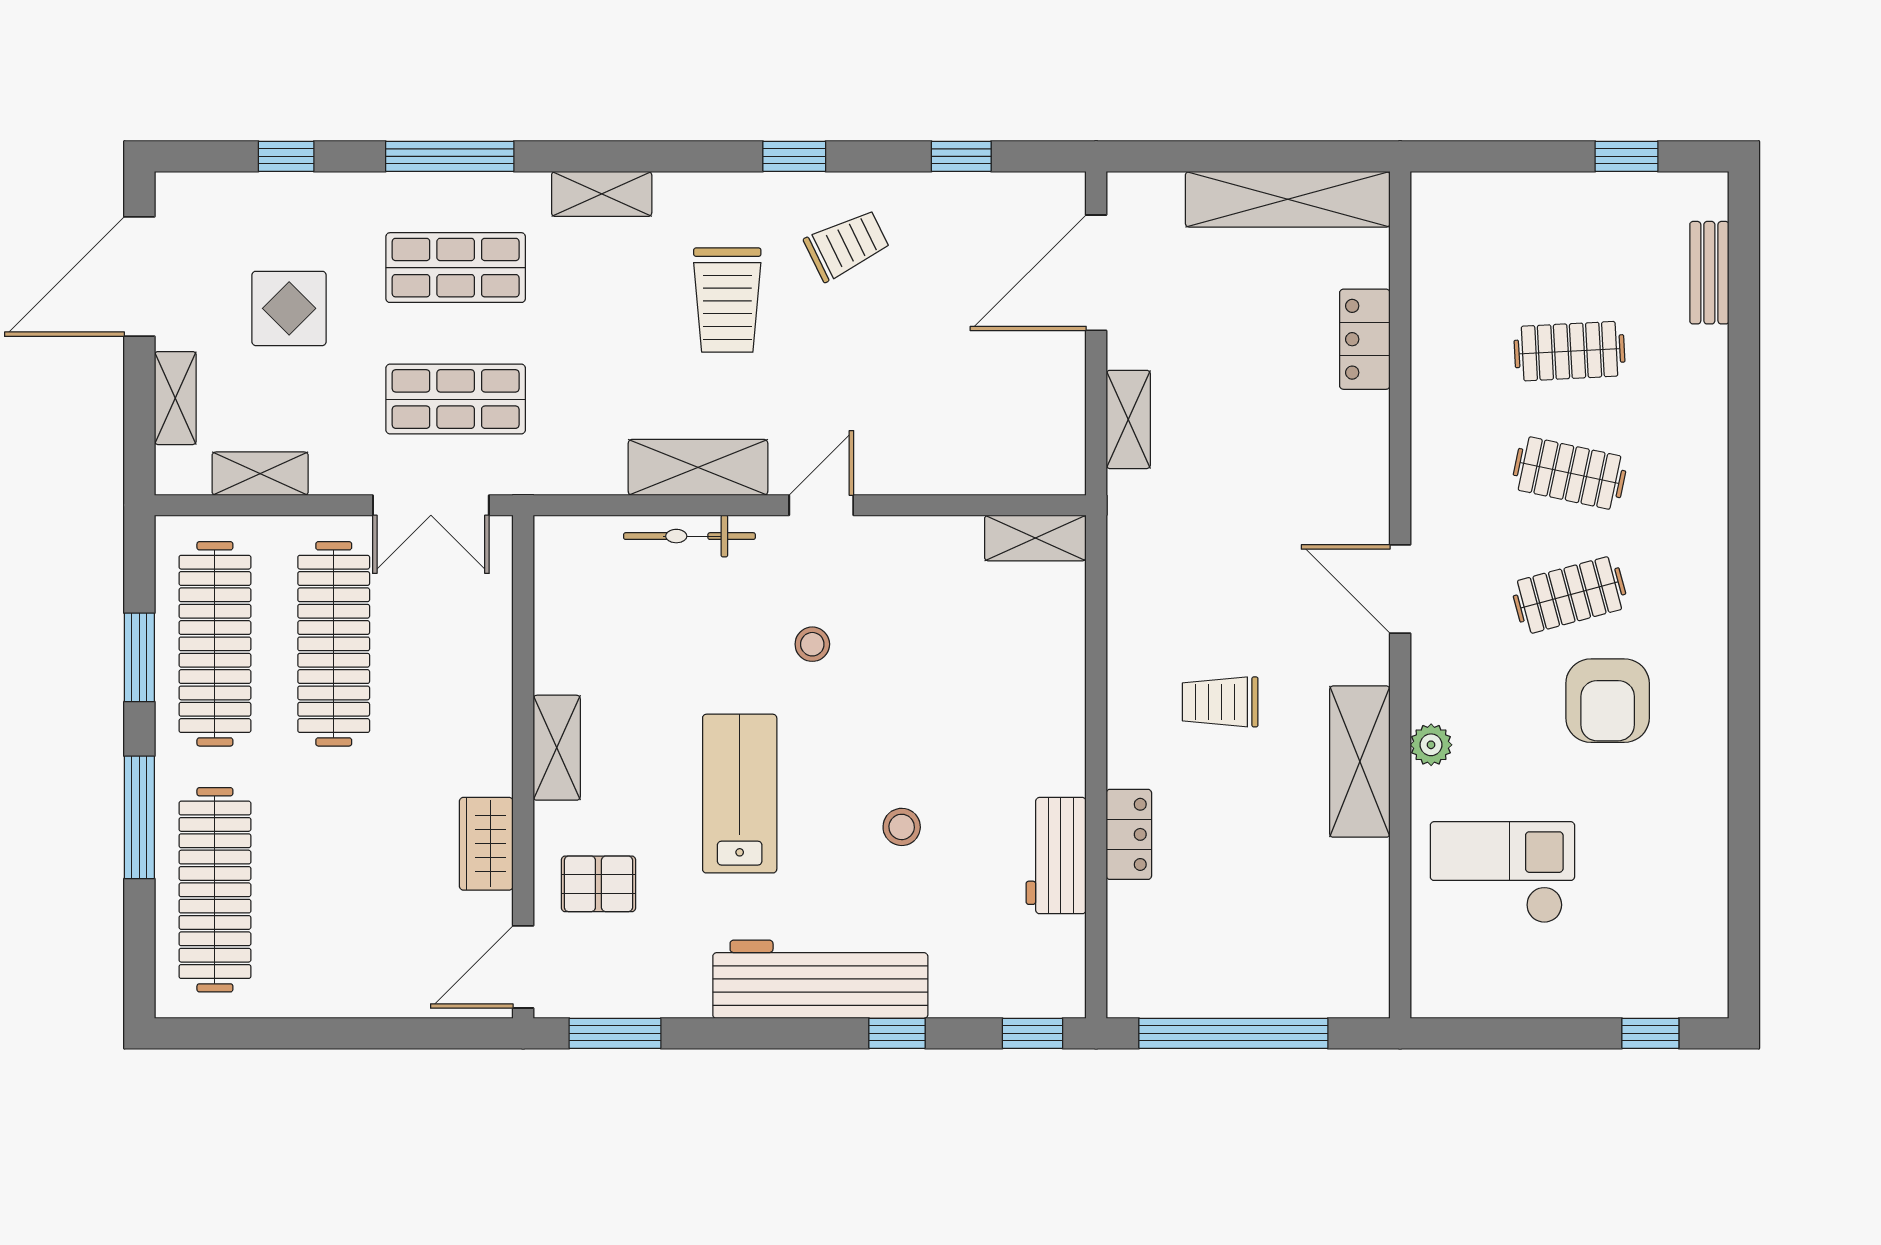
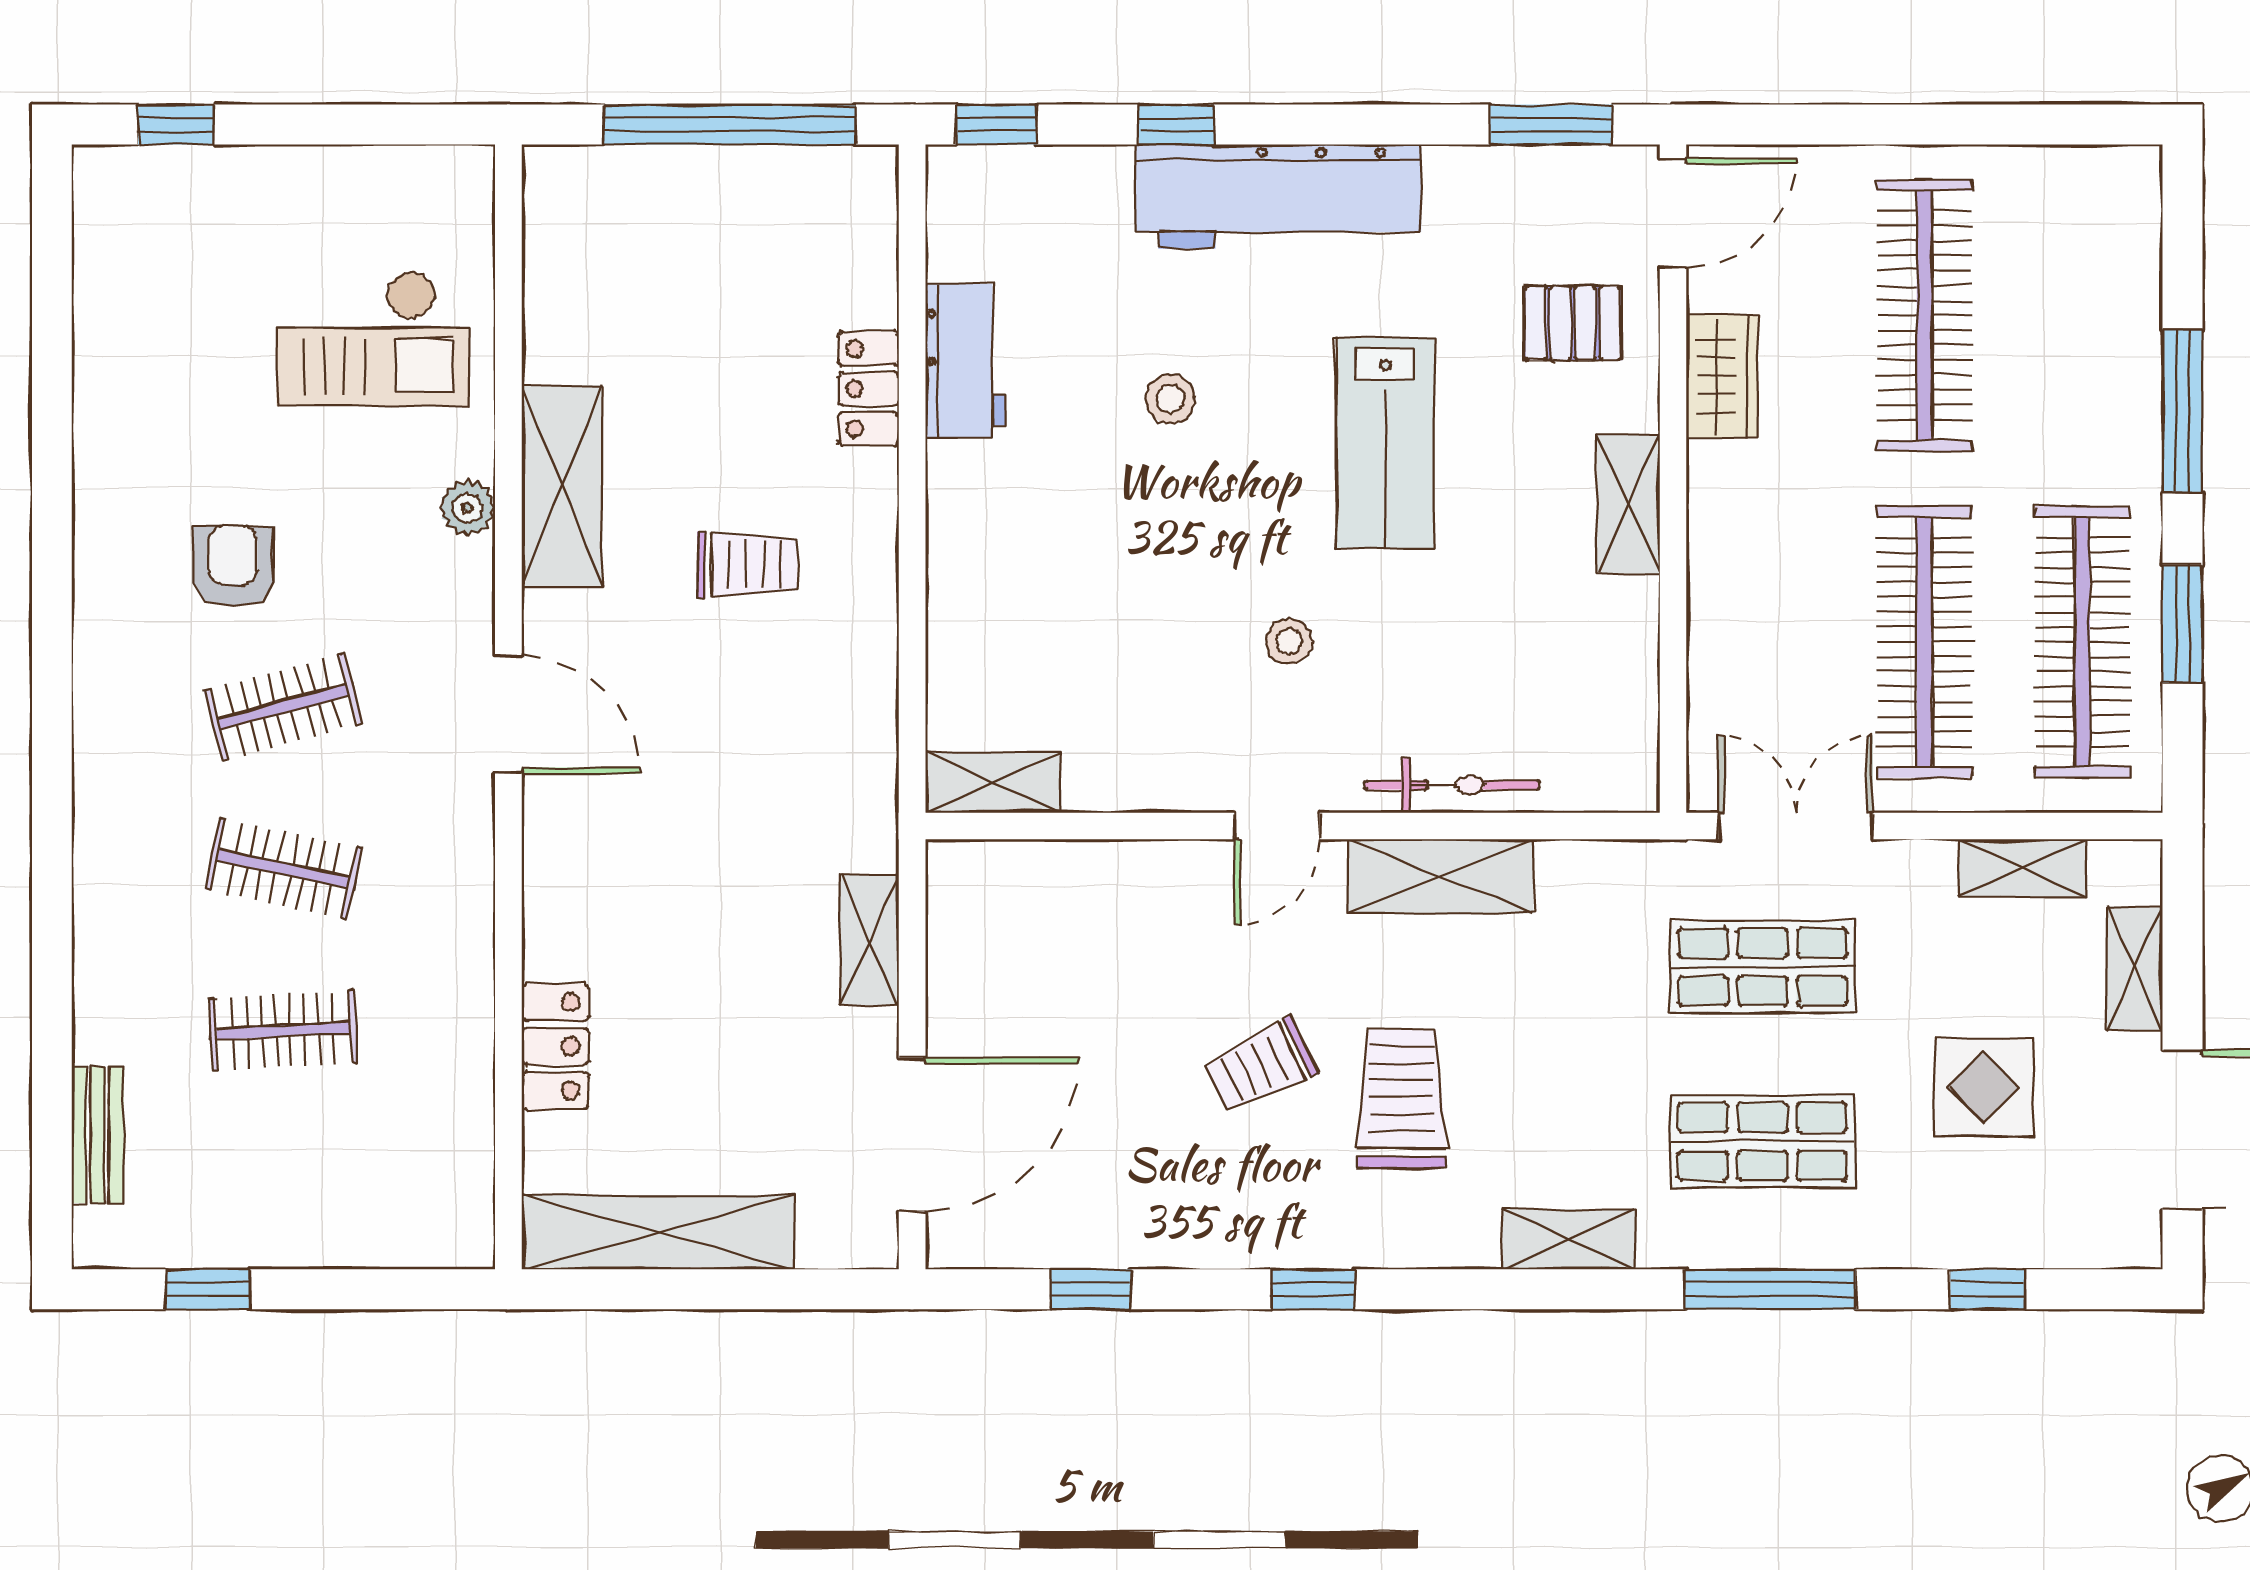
trolley: (847, 245) -> (1260, 1066), moved
armchair: (1608, 701) -> (233, 566), width x0.72, depth x0.72
clothes rail: (215, 890) -> (1924, 315), moved

